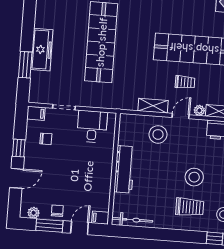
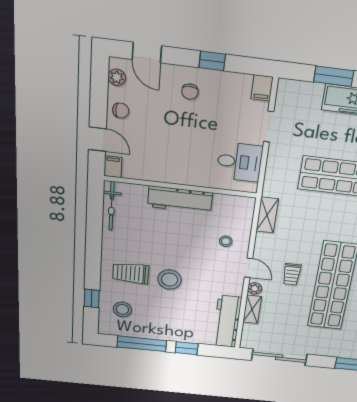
shelving: (153, 106) -> (267, 215), moved
stool: (158, 134) -> (226, 241), width x0.53, depth x0.53
chair: (46, 139) -> (190, 92), moved
door: (16, 178) -> (147, 53), moved
trolley: (190, 207) -> (131, 273), turned 90
window: (49, 226) -> (99, 99), removed

